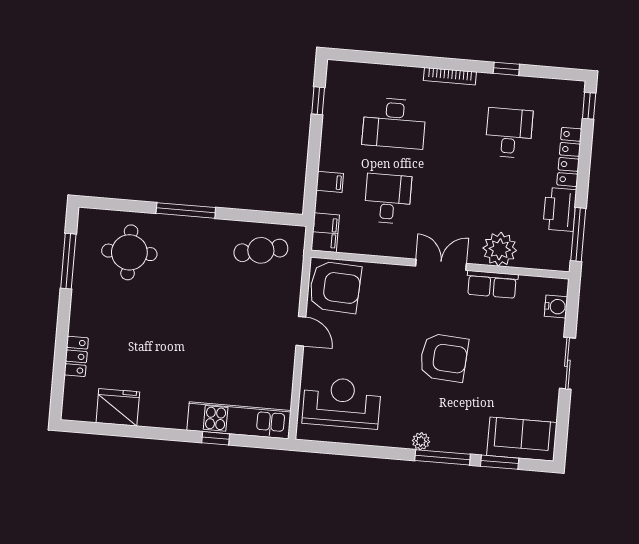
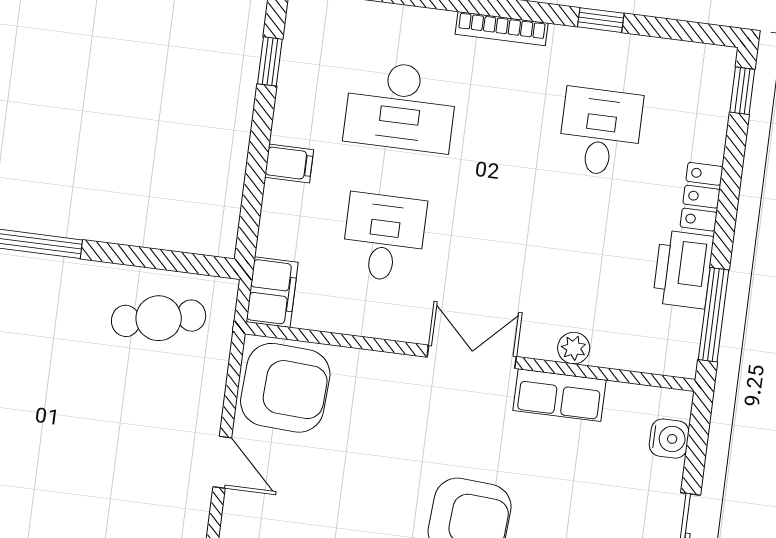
locker: (569, 157) -> (701, 197), width x0.66
filing cabinet: (330, 182) -> (289, 163), moved
plant: (500, 249) -> (574, 348), width x0.53, depth x0.53

